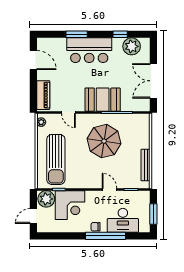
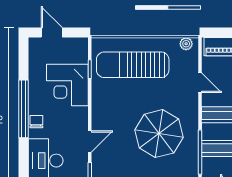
door: (68, 112) -> (200, 83), swing flipped
plant: (46, 199) -> (76, 51), removed
window: (105, 236) -> (23, 109), moved

